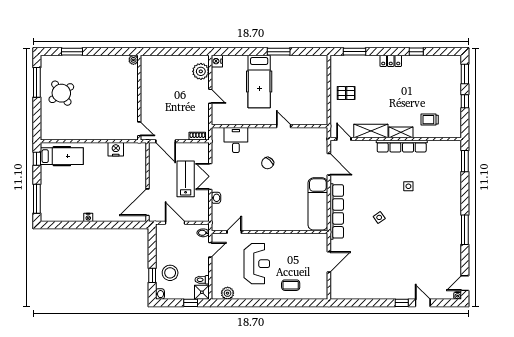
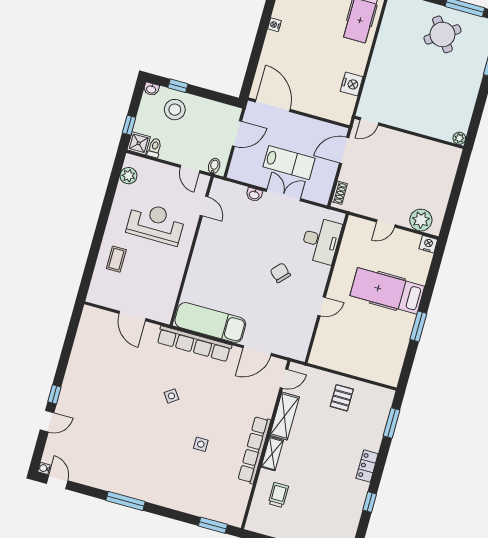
desk: (236, 140) -> (321, 241), width x1.37
reception desk: (257, 264) -> (156, 223), turned 180

